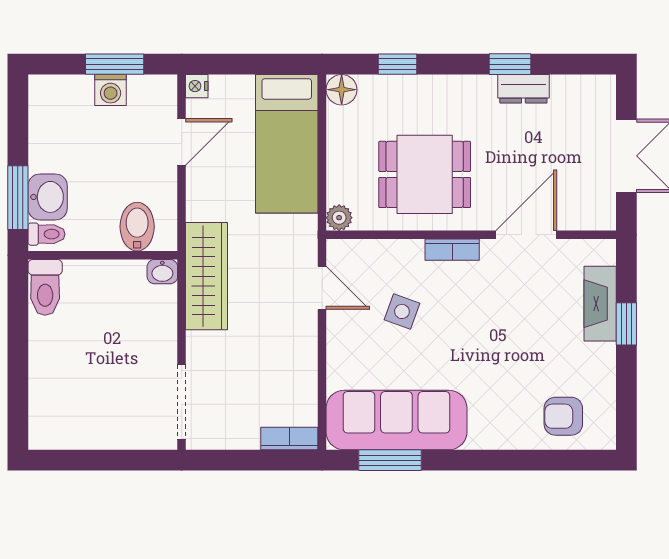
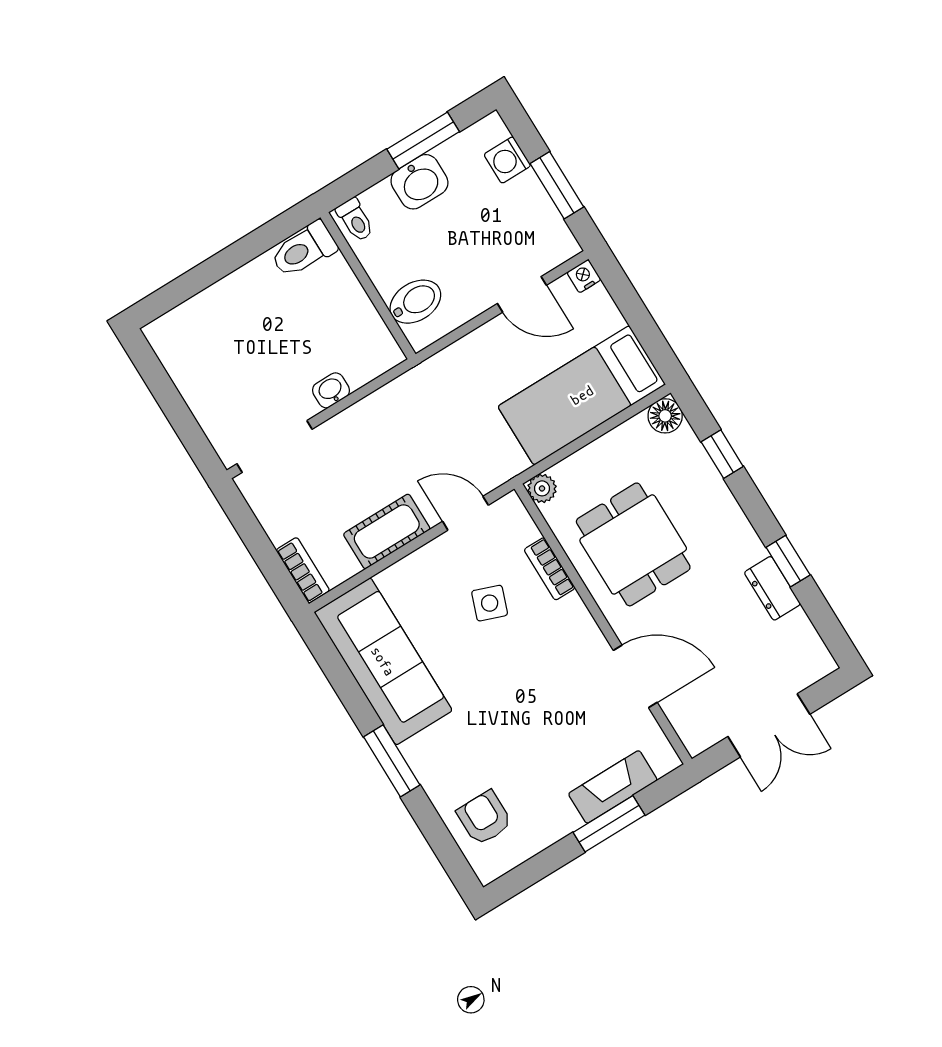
washing machine: (111, 90) -> (507, 160), moved
washbasin: (48, 197) -> (419, 182), moved
window: (18, 198) -> (423, 140), moved
bookcase: (452, 250) -> (550, 569), moved
washbasin: (162, 272) -> (331, 390), moved, turned 90
wardrobe: (206, 276) -> (409, 397), removed
door: (322, 288) -> (465, 513), swing flipped
window: (626, 324) -> (609, 824), width x1.50
cot: (299, 356) -> (387, 531), added
window: (390, 460) -> (392, 761), moved

